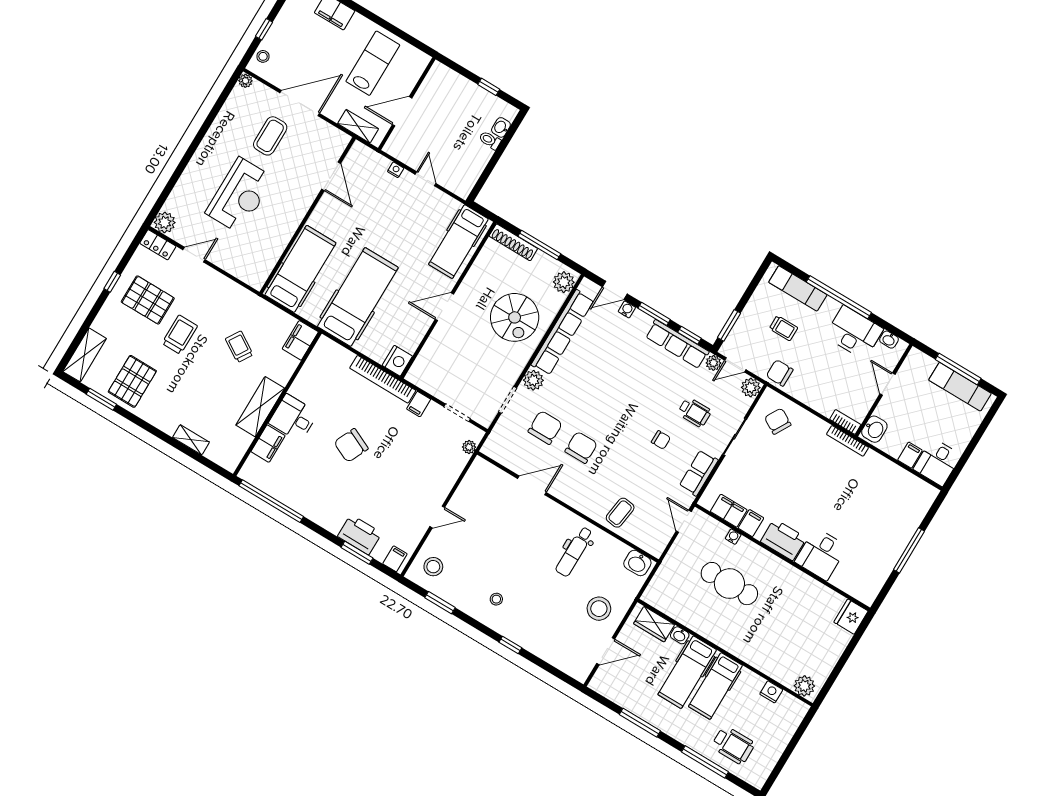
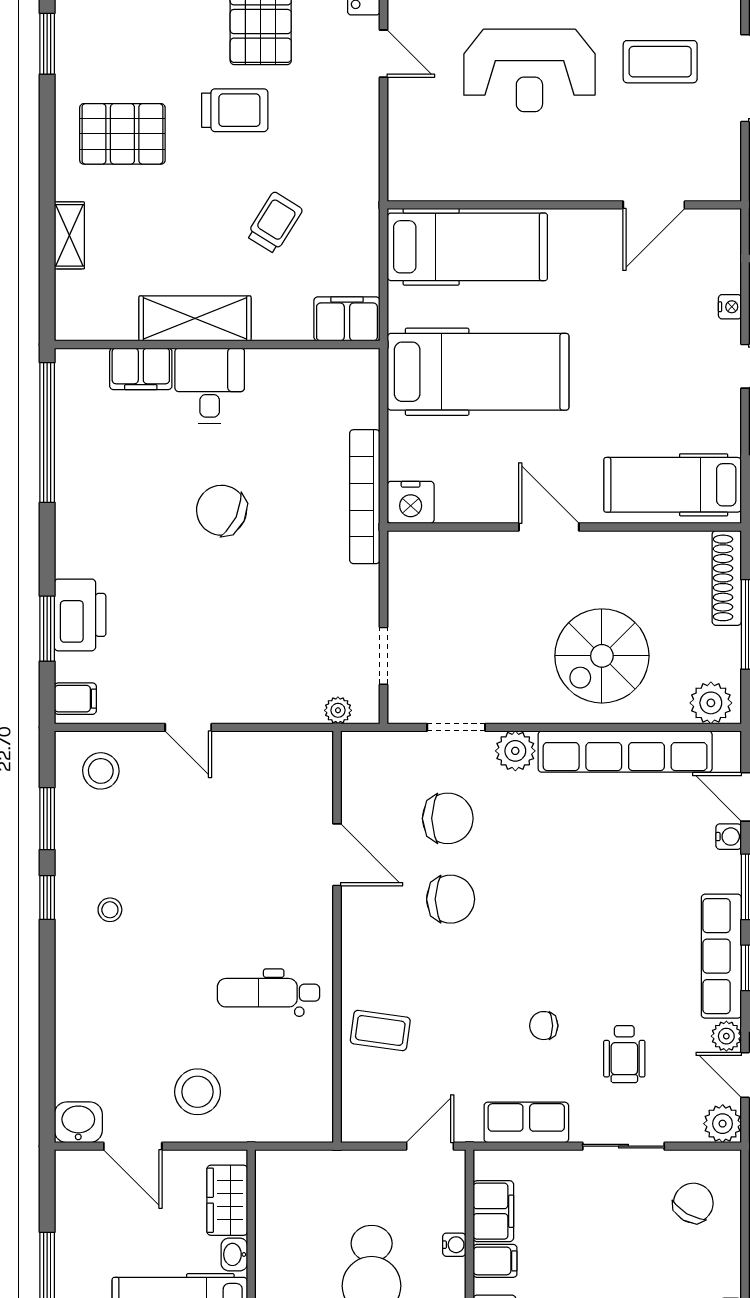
pallet: (132, 381) -> (122, 134), moved
filing cabinet: (419, 404) -> (359, 582), removed
chair: (661, 440) -> (544, 1026), turned 90
washbasin: (637, 563) -> (78, 1122), moved, turned 90
window: (510, 645) -> (47, 897), moved

